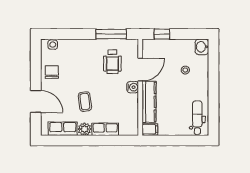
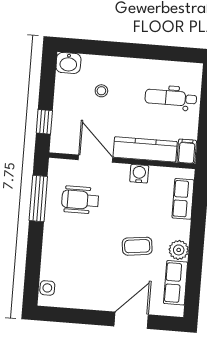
wheelchair: (112, 62) -> (80, 200), turned 180
chair: (52, 72) -> (89, 293), removed
water cooler: (133, 87) -> (139, 174), moved
dental chair: (197, 118) -> (171, 98), moved
row of seats: (105, 129) -> (183, 199), moved

